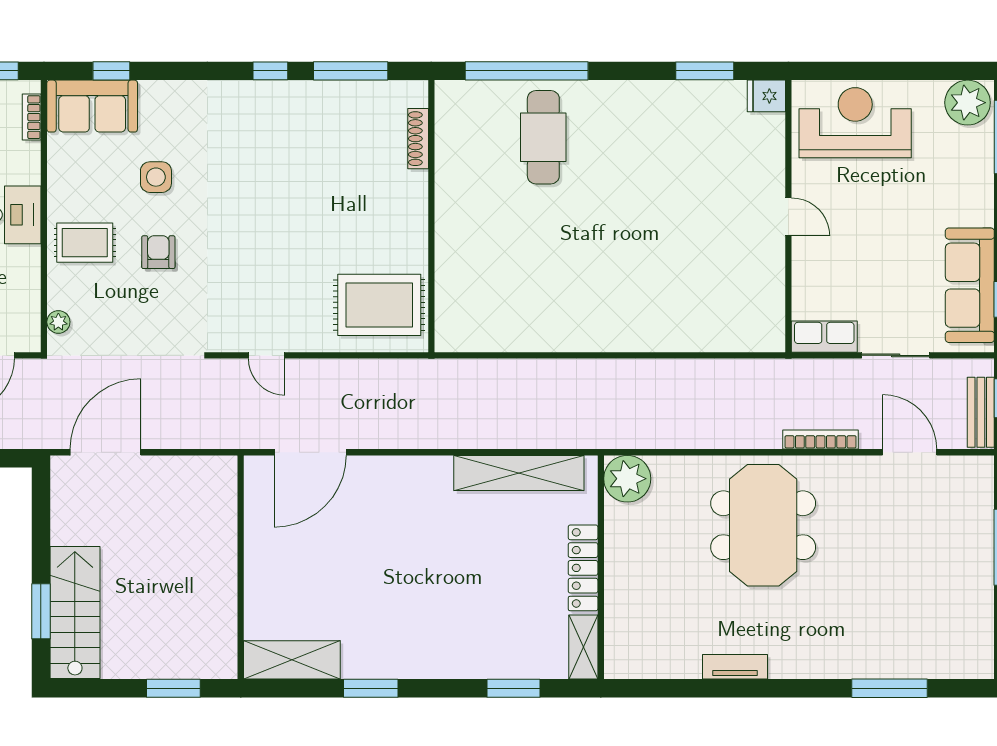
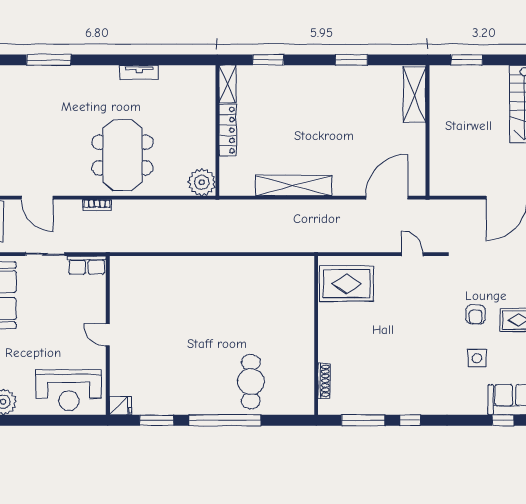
window: (527, 71) -> (225, 420), moved
bookcase: (821, 440) -> (97, 205), width x0.64
shelving: (519, 473) -> (294, 186), moved
shelving: (292, 660) -> (414, 95), moved, turned 90

